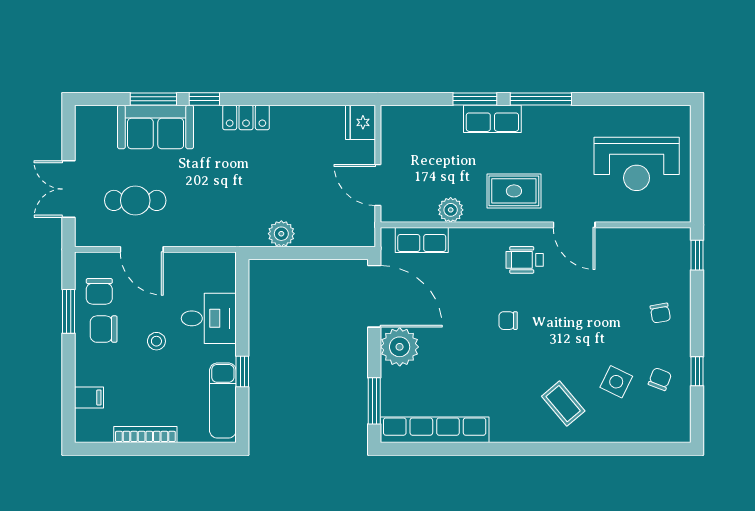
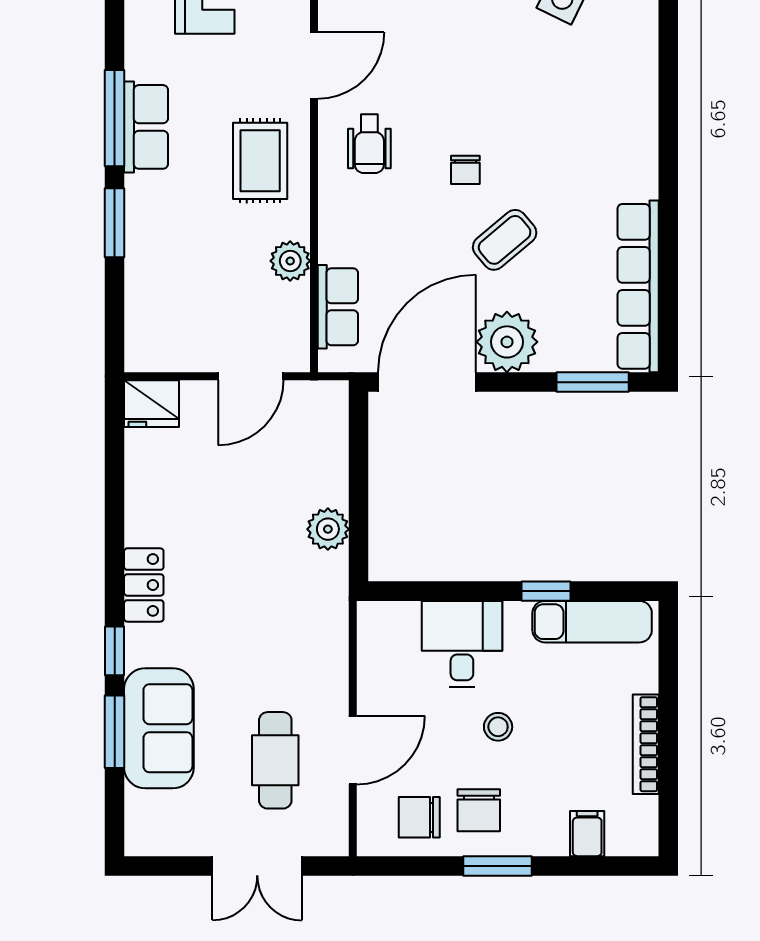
row of seats: (492, 119) -> (146, 127), moved
chair: (99, 291) -> (419, 817), turned 180
window: (69, 311) -> (498, 866), moved
coffee table: (563, 404) -> (505, 240), moved

